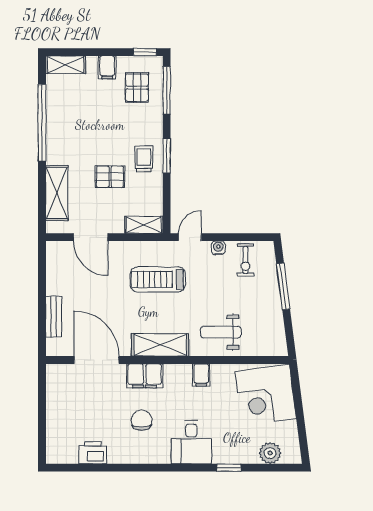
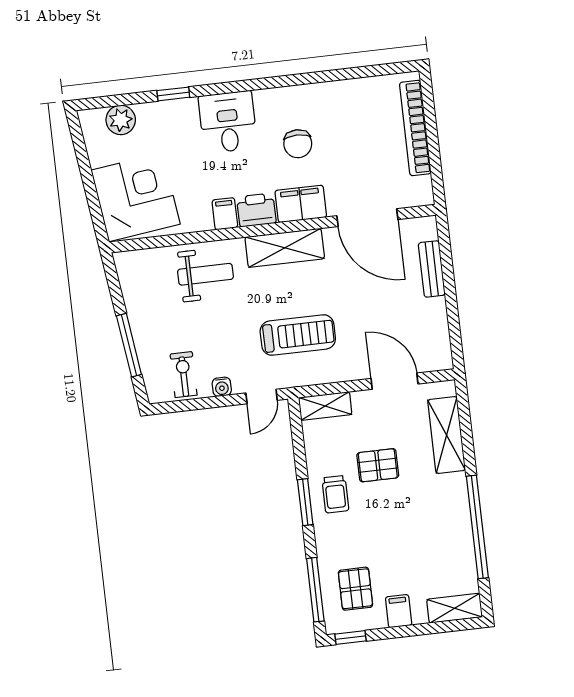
bookcase: (54, 422) -> (415, 128), added
printer: (93, 453) -> (256, 210), moved, turned 180

